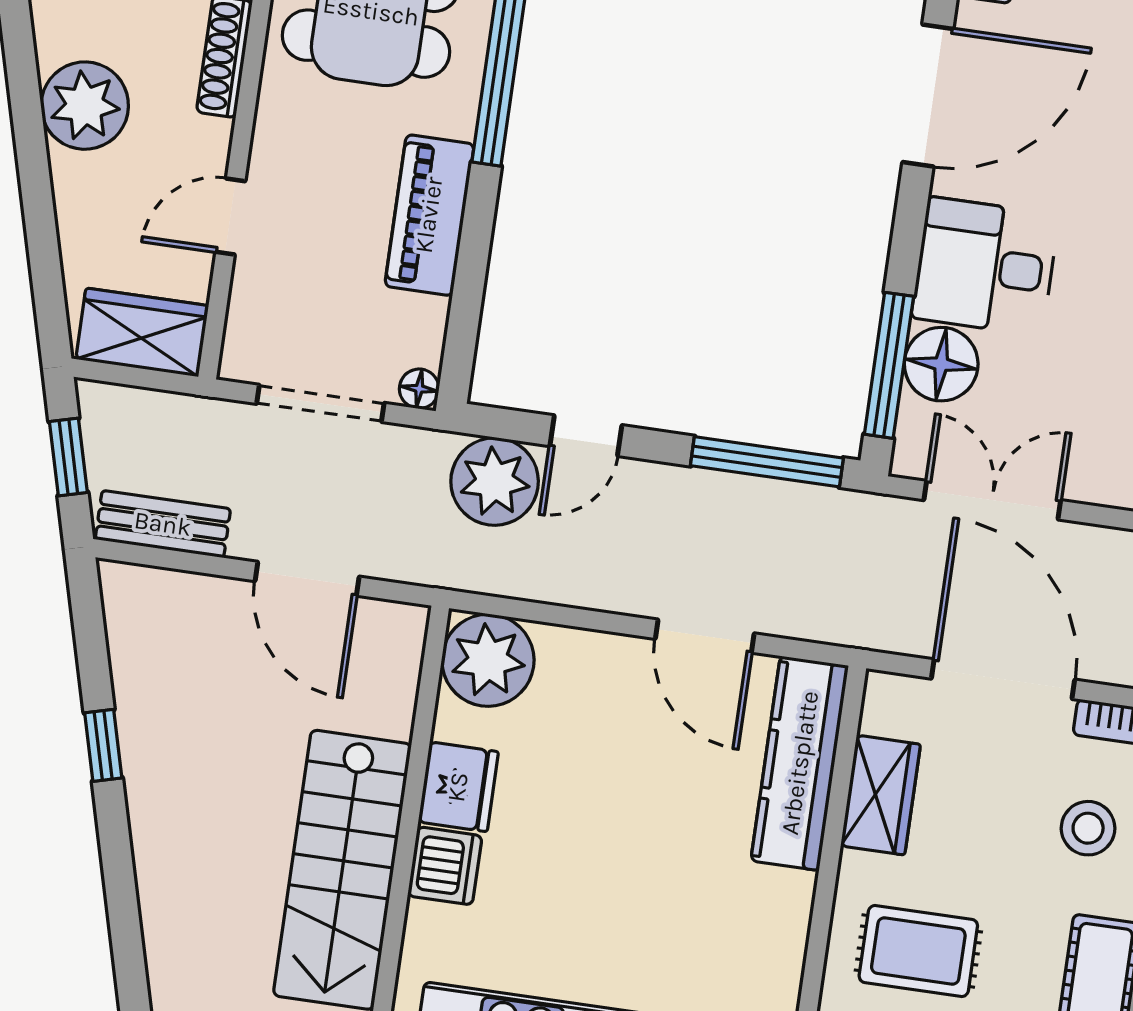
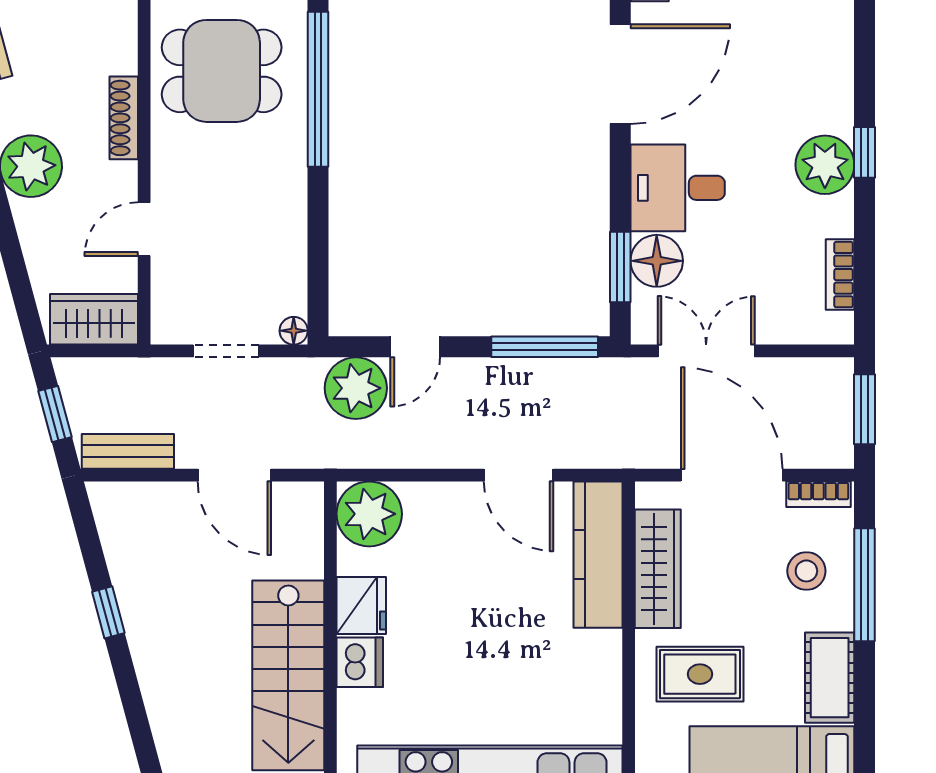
piano: (429, 215) -> (283, 208), removed
window: (889, 365) -> (620, 267), width x0.69
doorway: (320, 403) -> (226, 351), width x0.73
wardrobe: (881, 795) -> (658, 569), width x1.50

